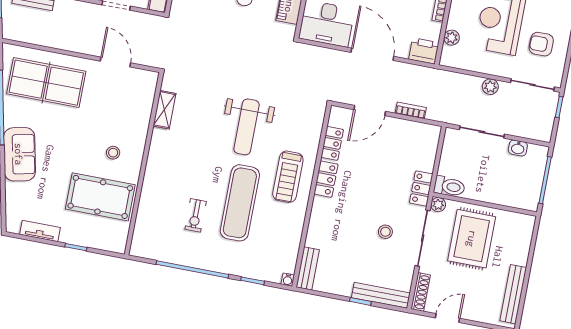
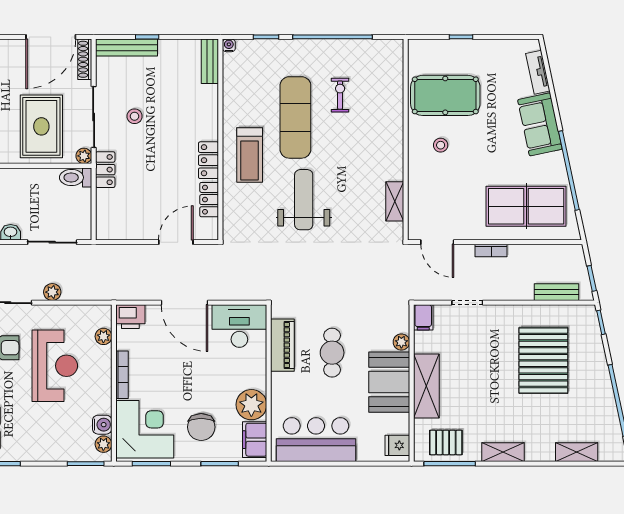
door: (115, 62) -> (437, 242), moved
bookcase: (411, 110) -> (491, 251), moved
treadmill: (288, 177) -> (250, 155), turned 180
tv unit: (40, 231) -> (538, 72), moved, turned 78
door: (448, 318) -> (51, 37), width x1.87

